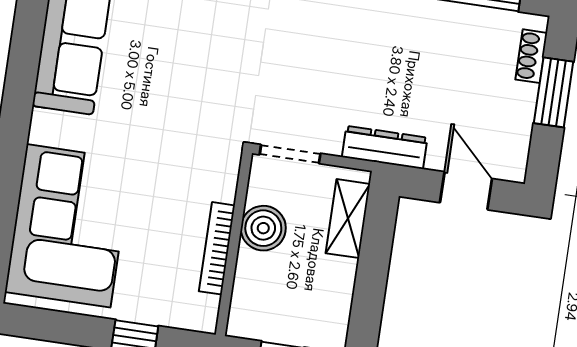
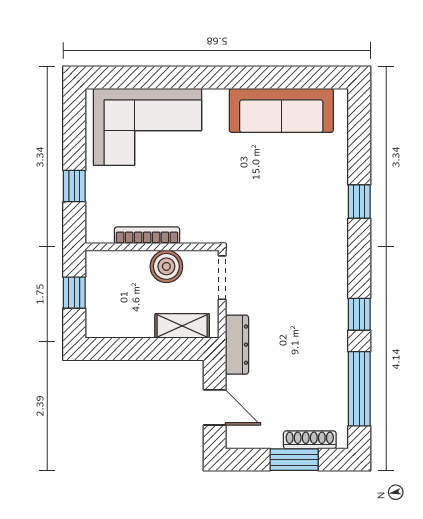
shoe rack: (531, 56) -> (310, 440), width x1.43
door: (466, 191) -> (215, 407), hinge flipped

